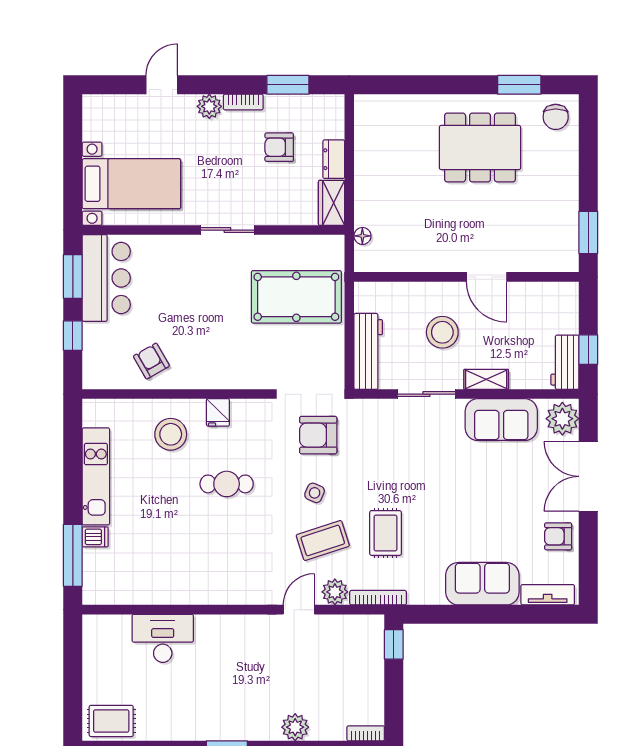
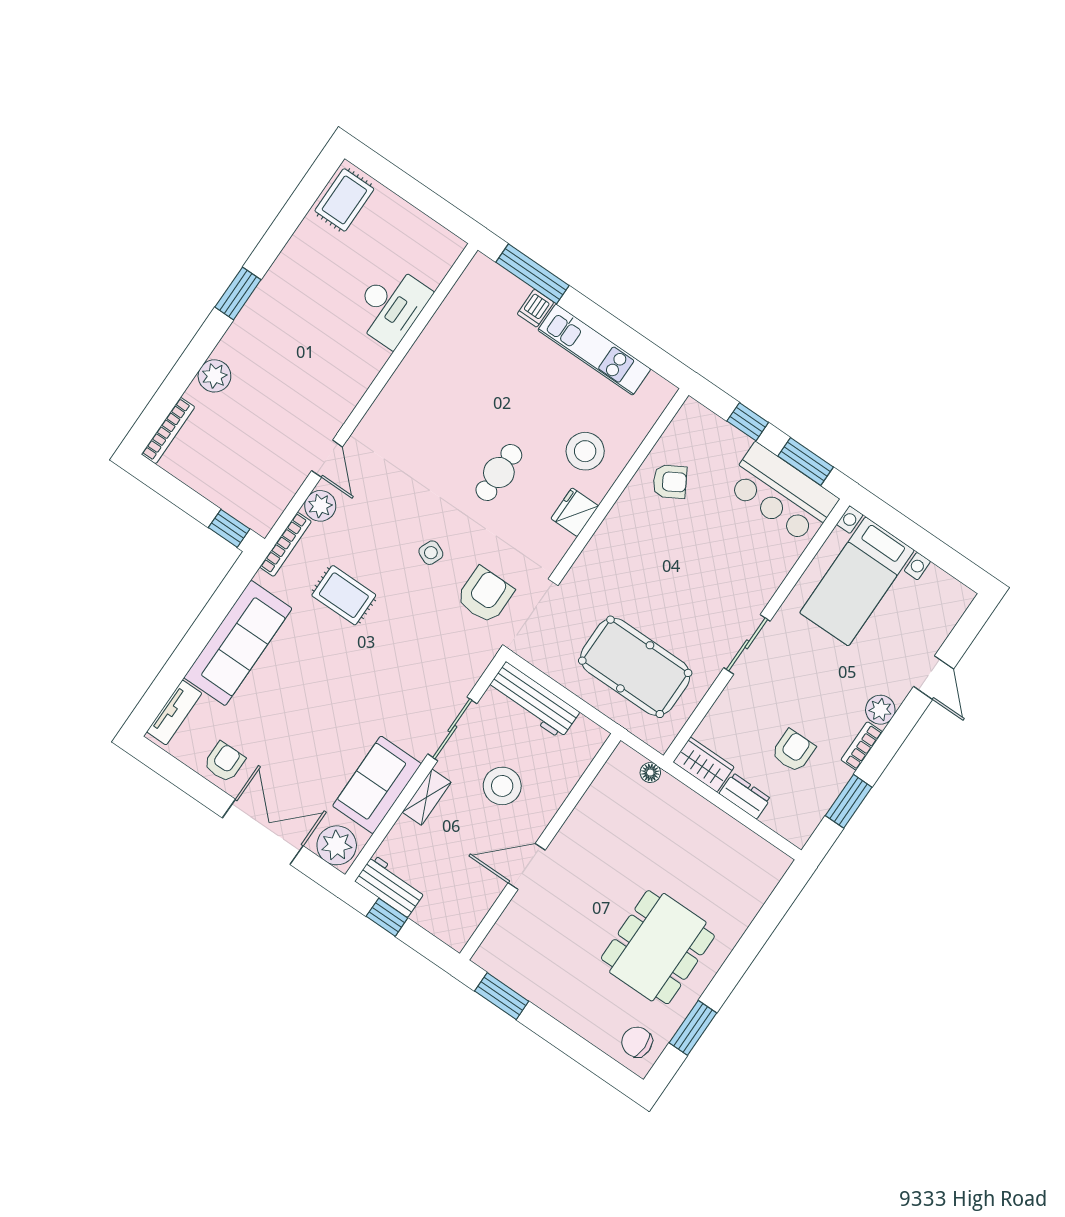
pool table: (296, 297) -> (635, 667), turned 90
fridge: (218, 412) -> (575, 512), width x1.38
coffee table: (323, 540) -> (379, 529), removed
sofa: (482, 584) -> (238, 643), width x1.36
bookcase: (366, 733) -> (168, 431), width x1.56

